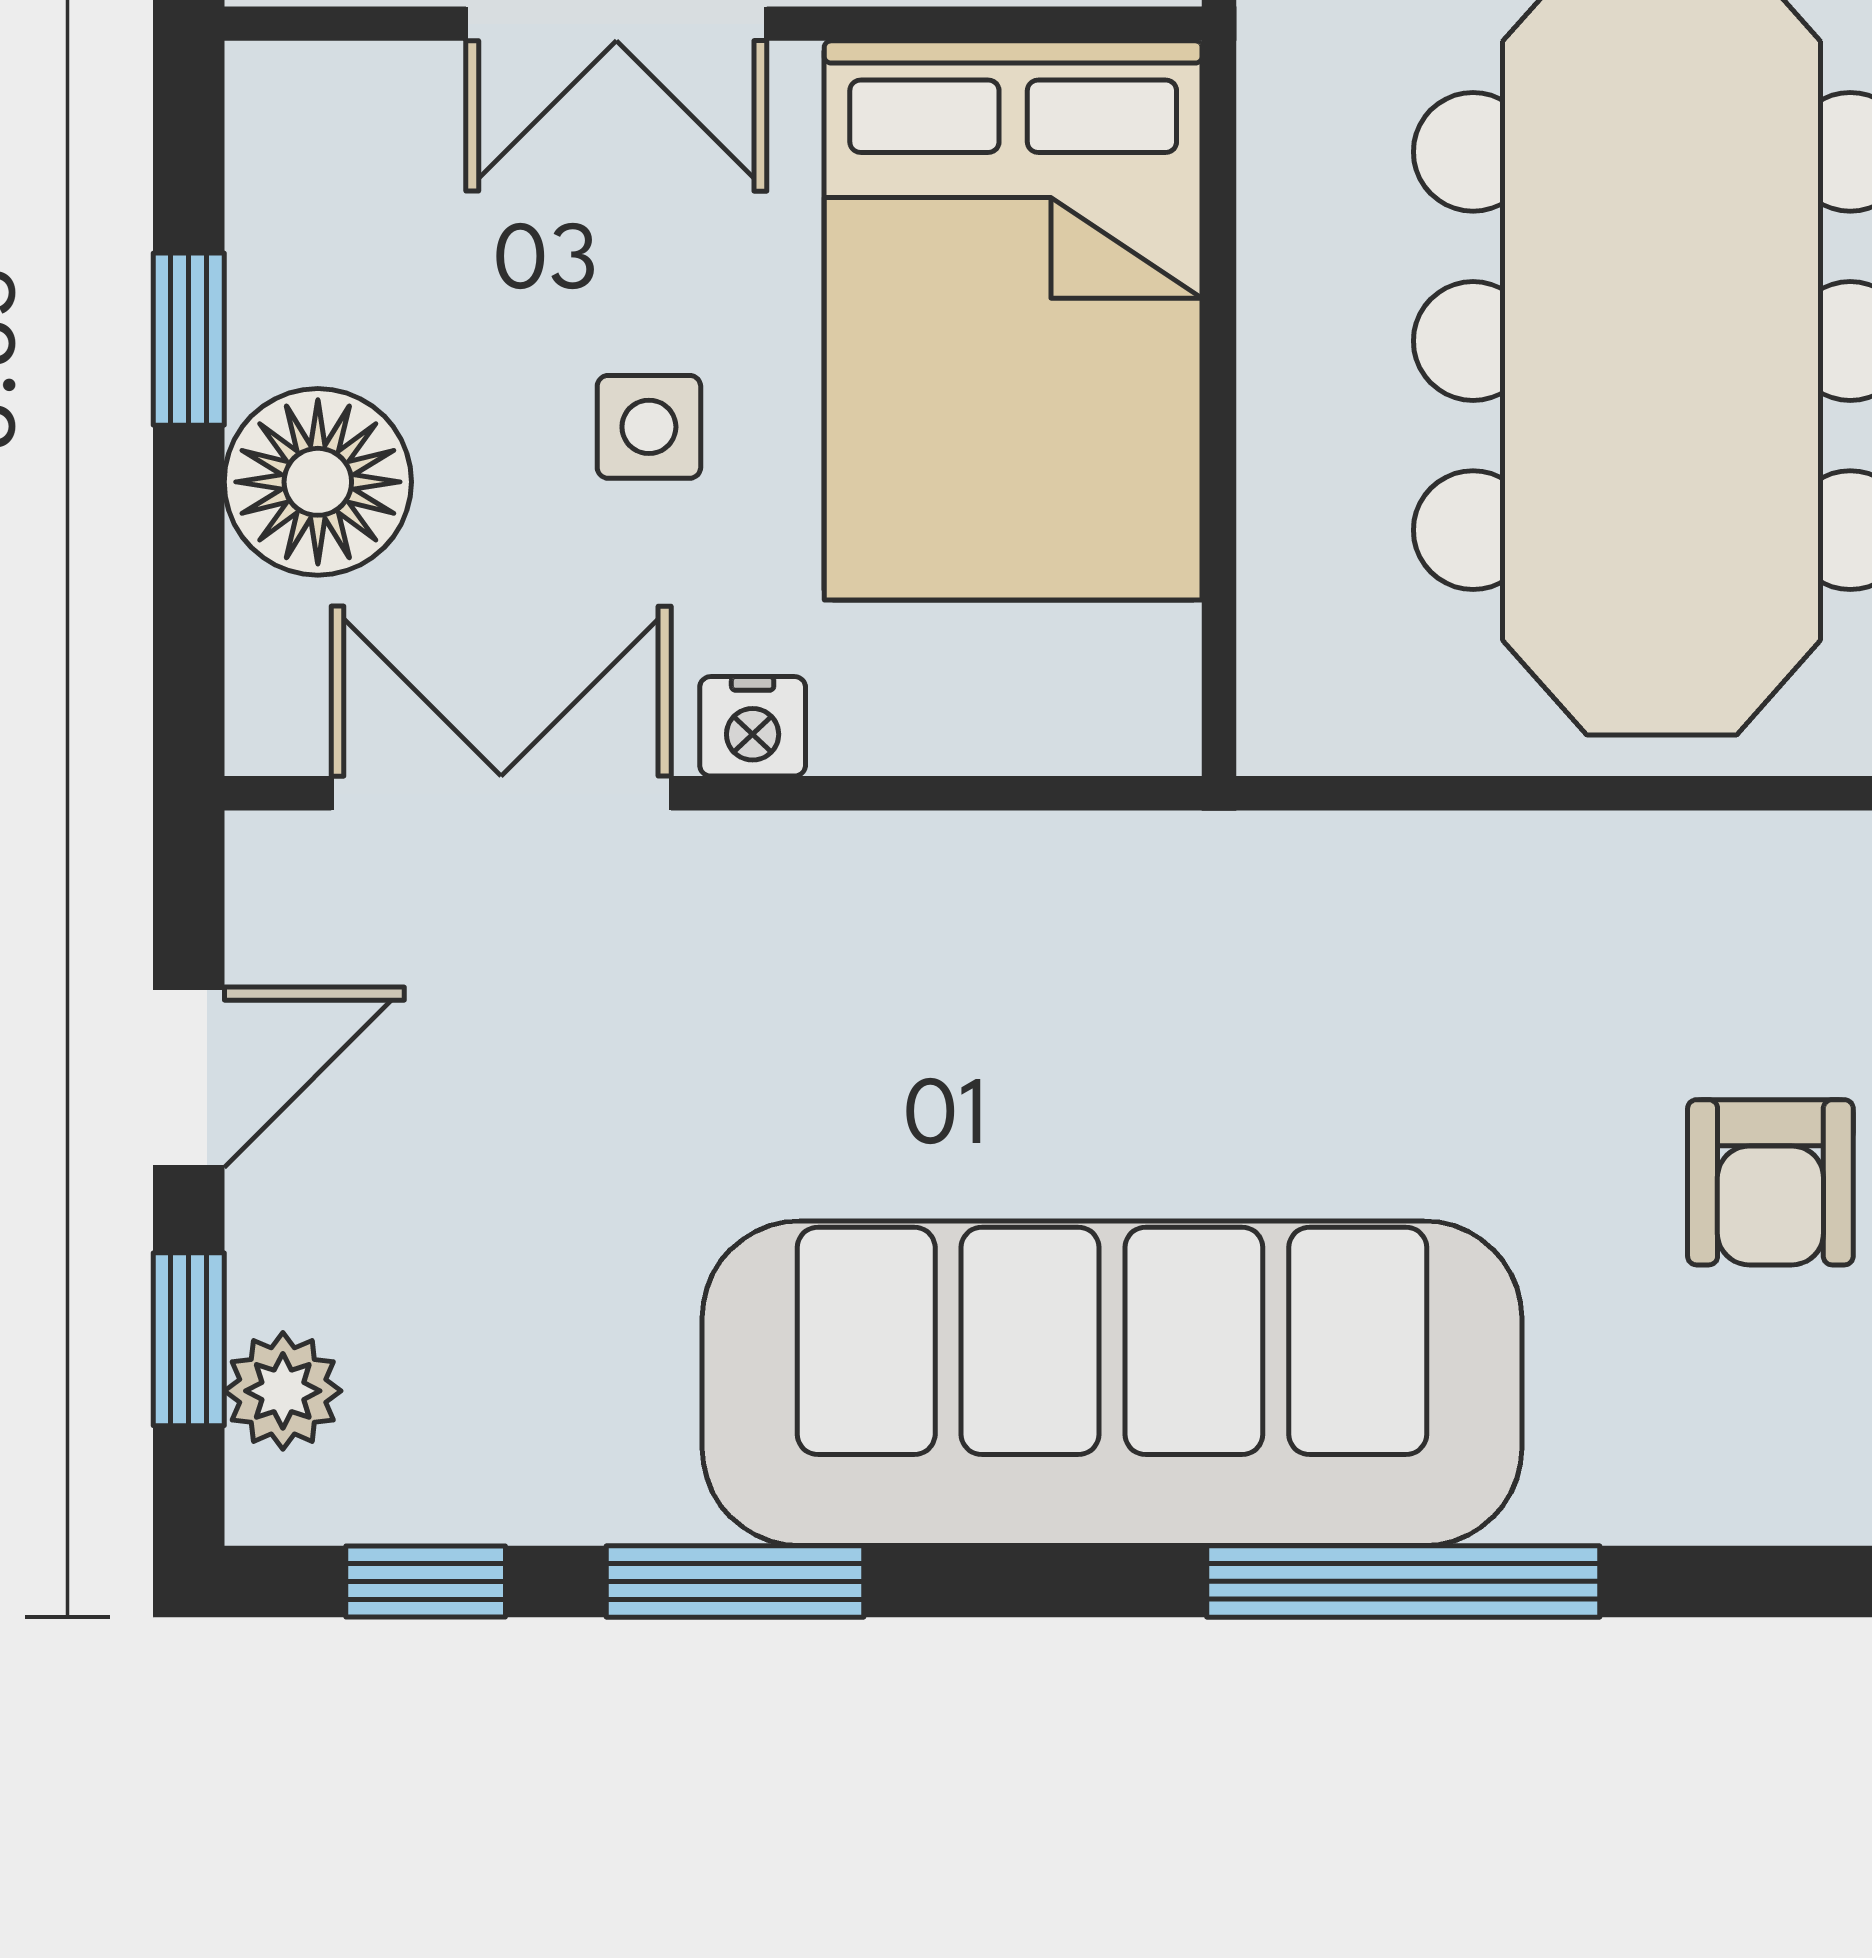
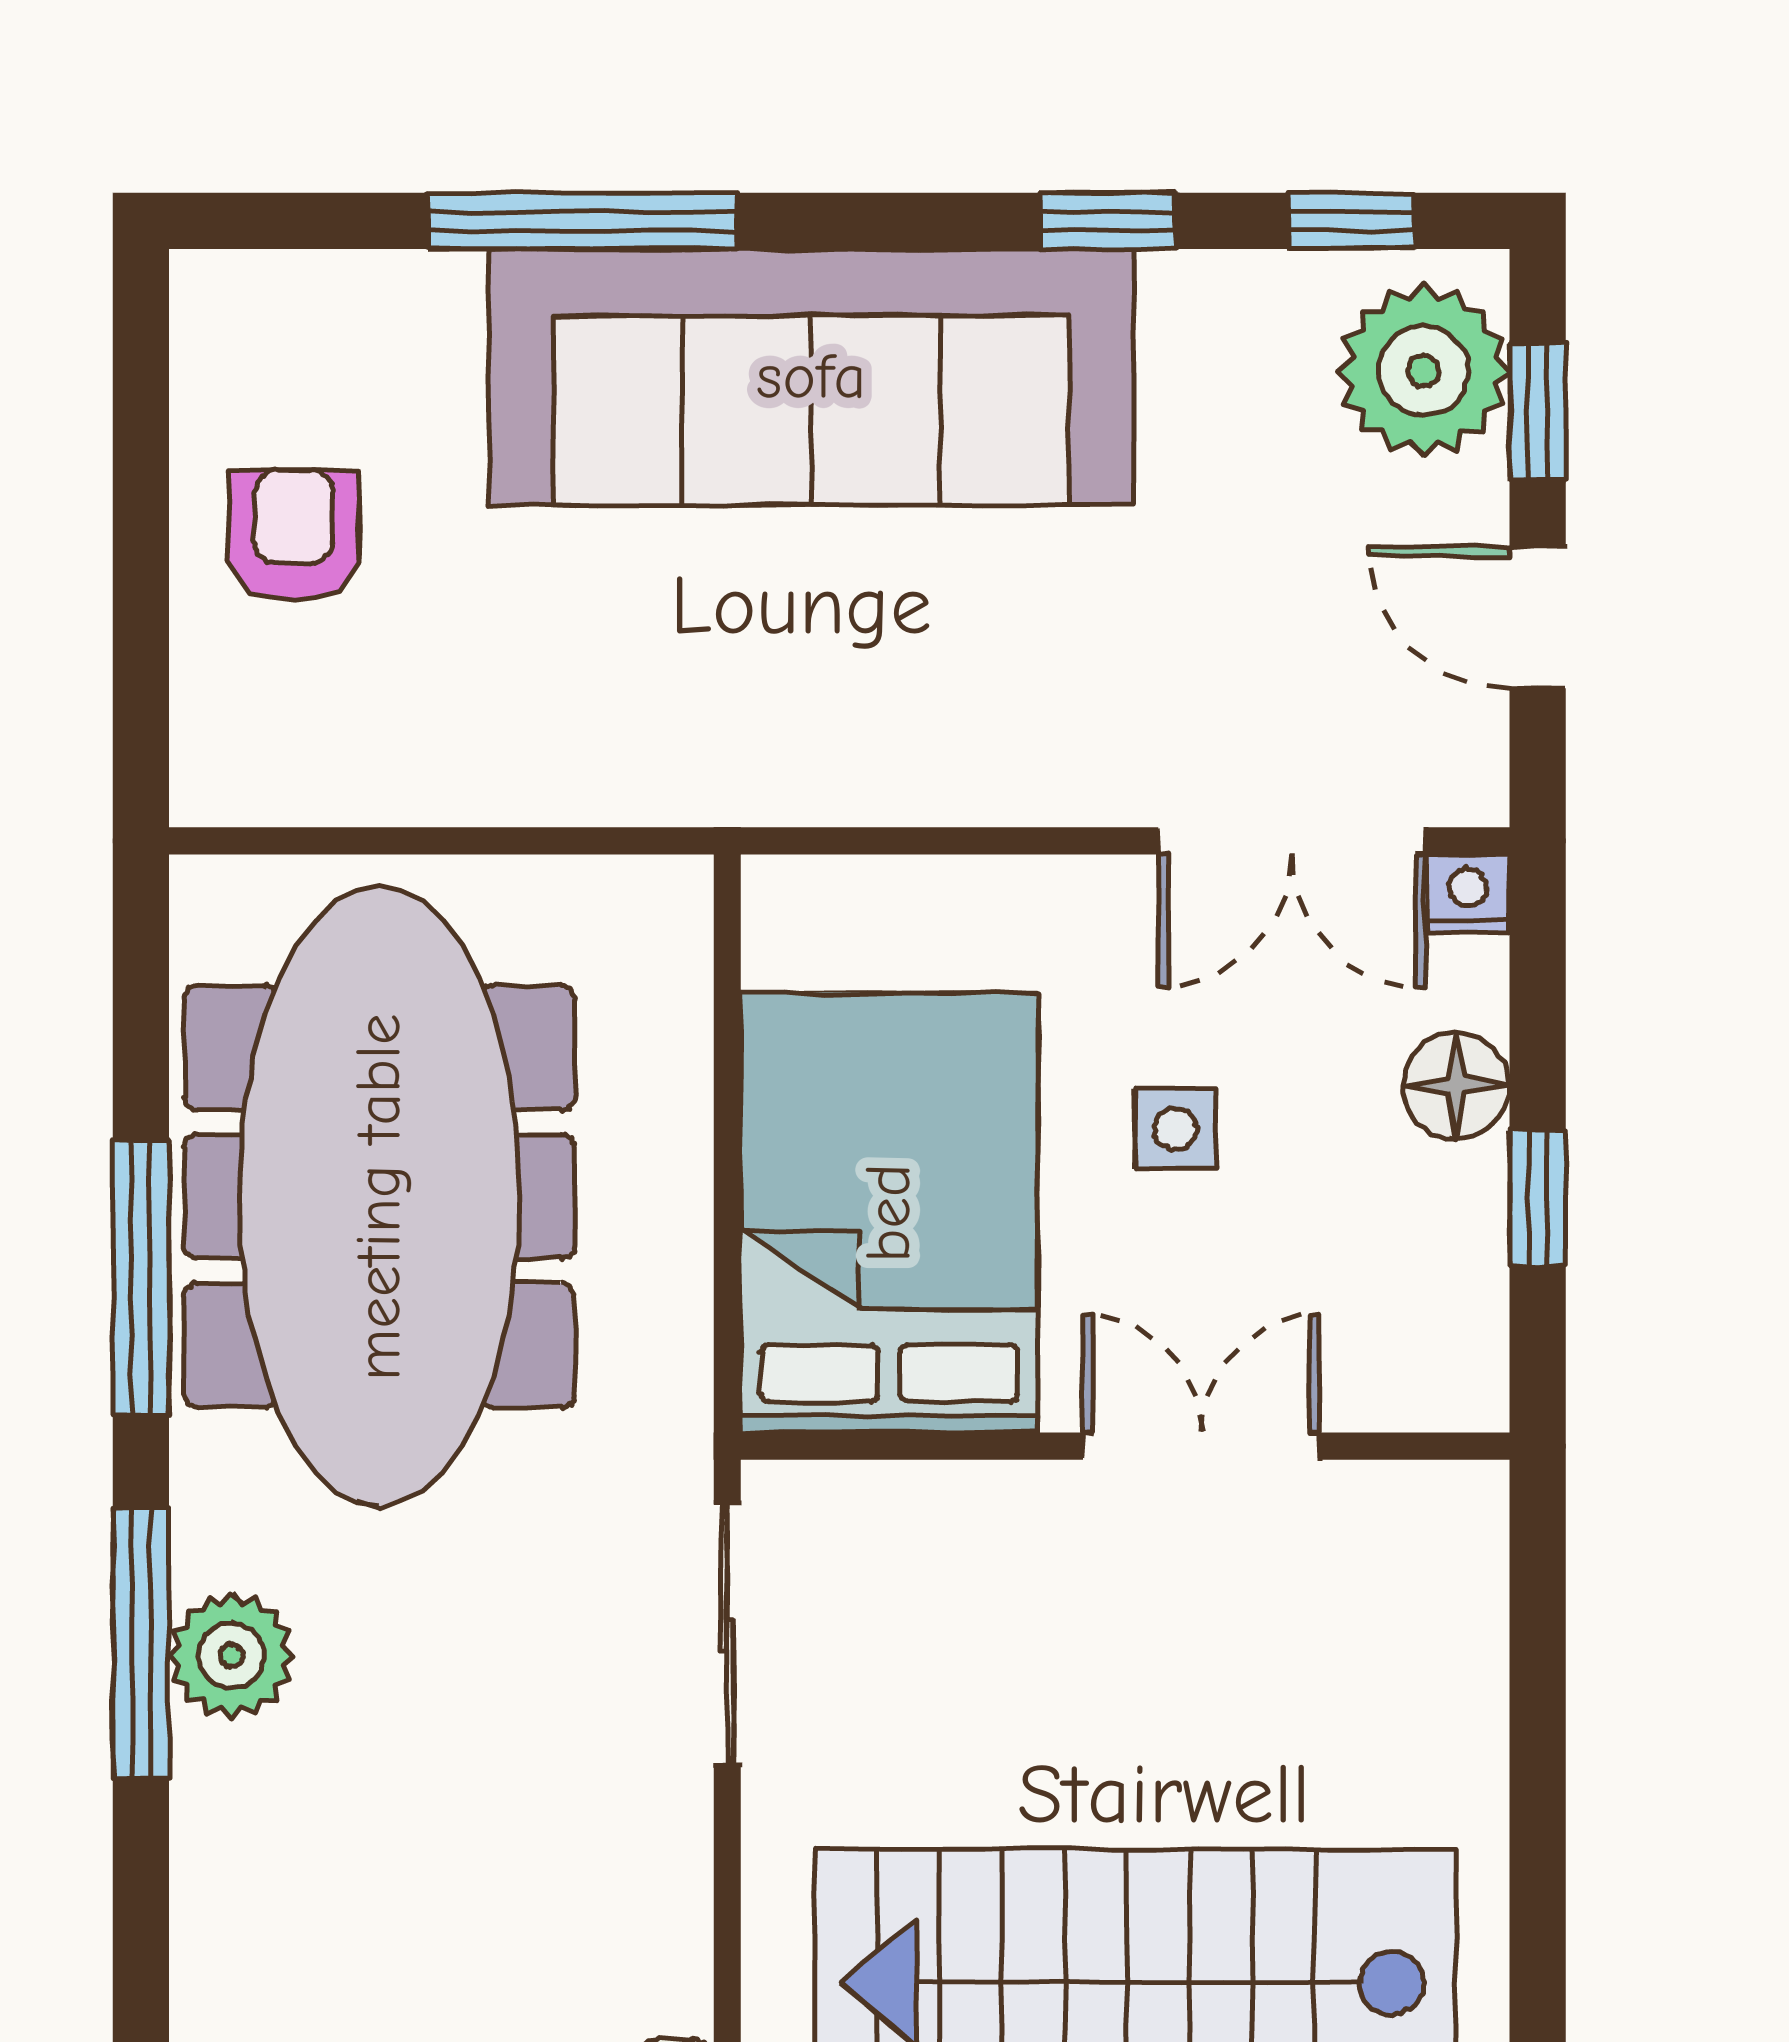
floor lamp: (318, 482) -> (1456, 1086), width x0.73, depth x0.73
nightstand: (753, 726) -> (1468, 893), moved
door: (189, 1077) -> (1538, 617), hinge flipped
plant: (283, 1391) -> (1423, 371), width x1.88, depth x1.88
window: (735, 1581) -> (1108, 221), width x0.67

